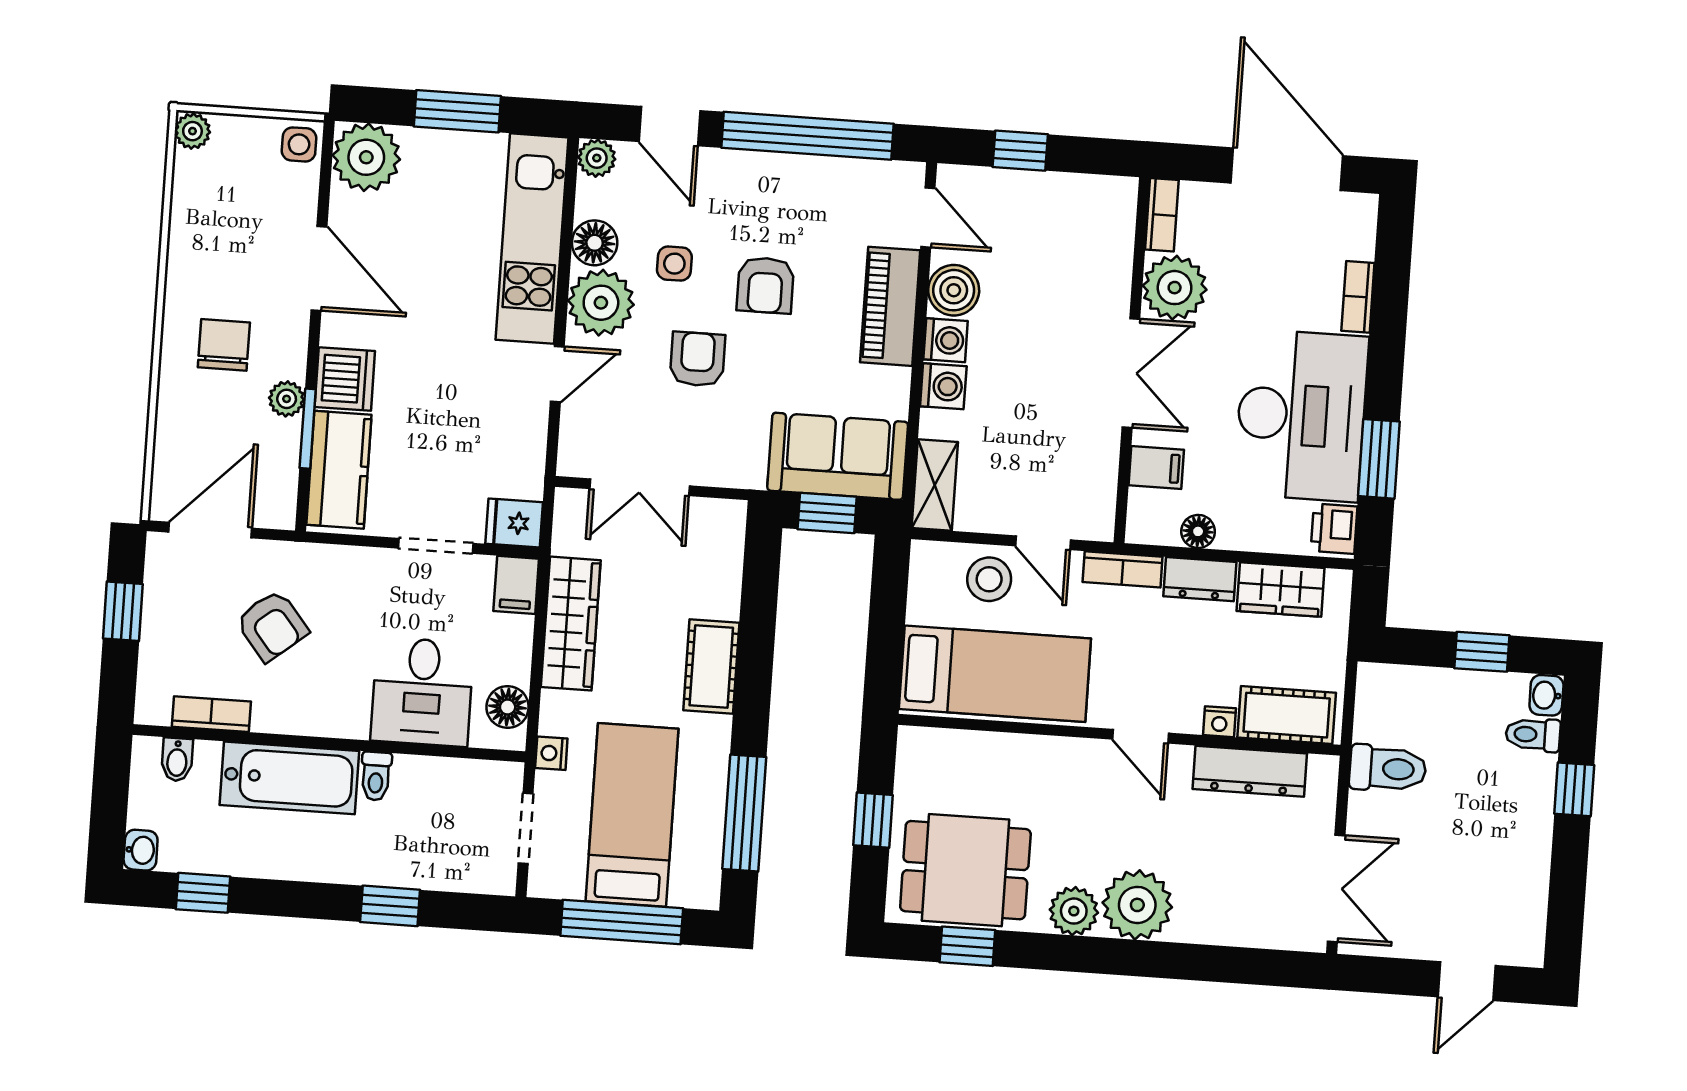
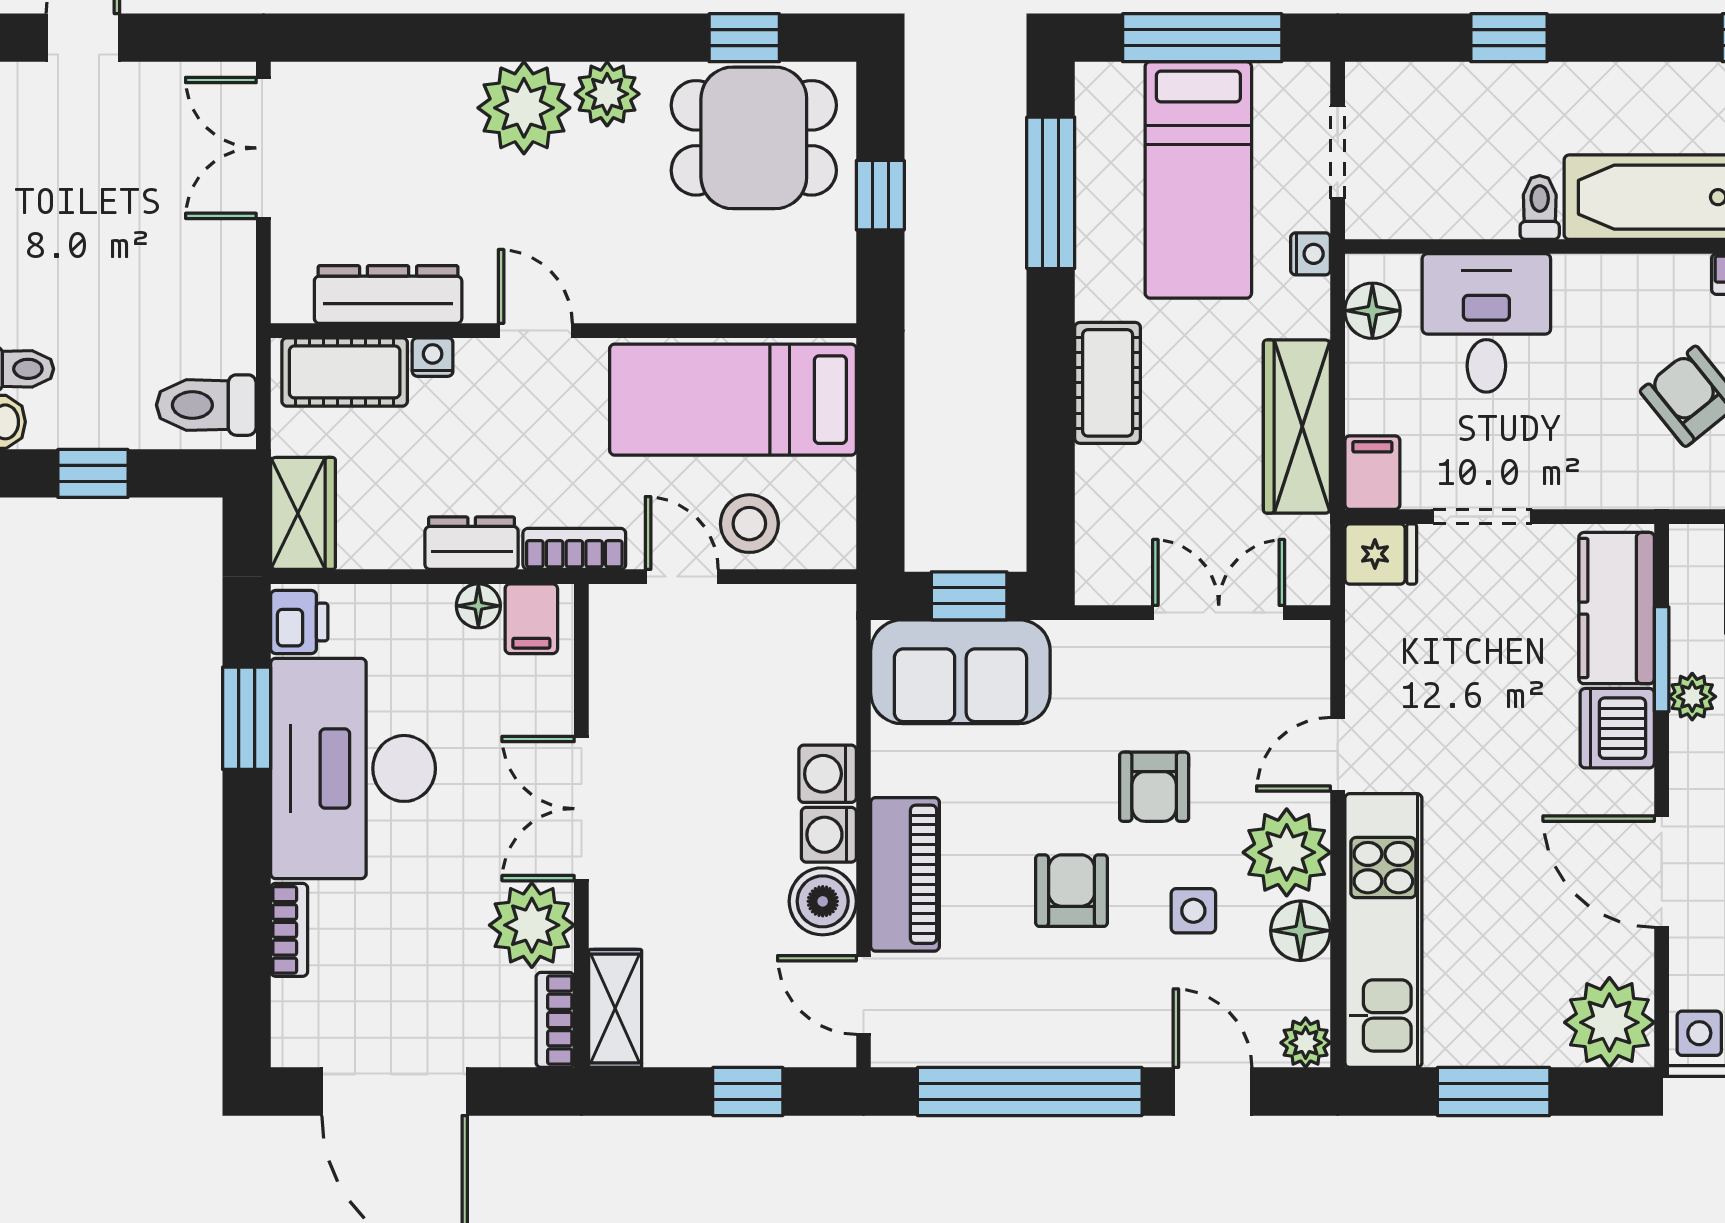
filing cabinet: (1156, 467) -> (531, 619), moved, turned -90
shelving: (935, 485) -> (615, 1008), moved
wardrobe: (1281, 589) -> (303, 513), moved, turned 90
toilet: (1388, 769) -> (206, 405), moved

